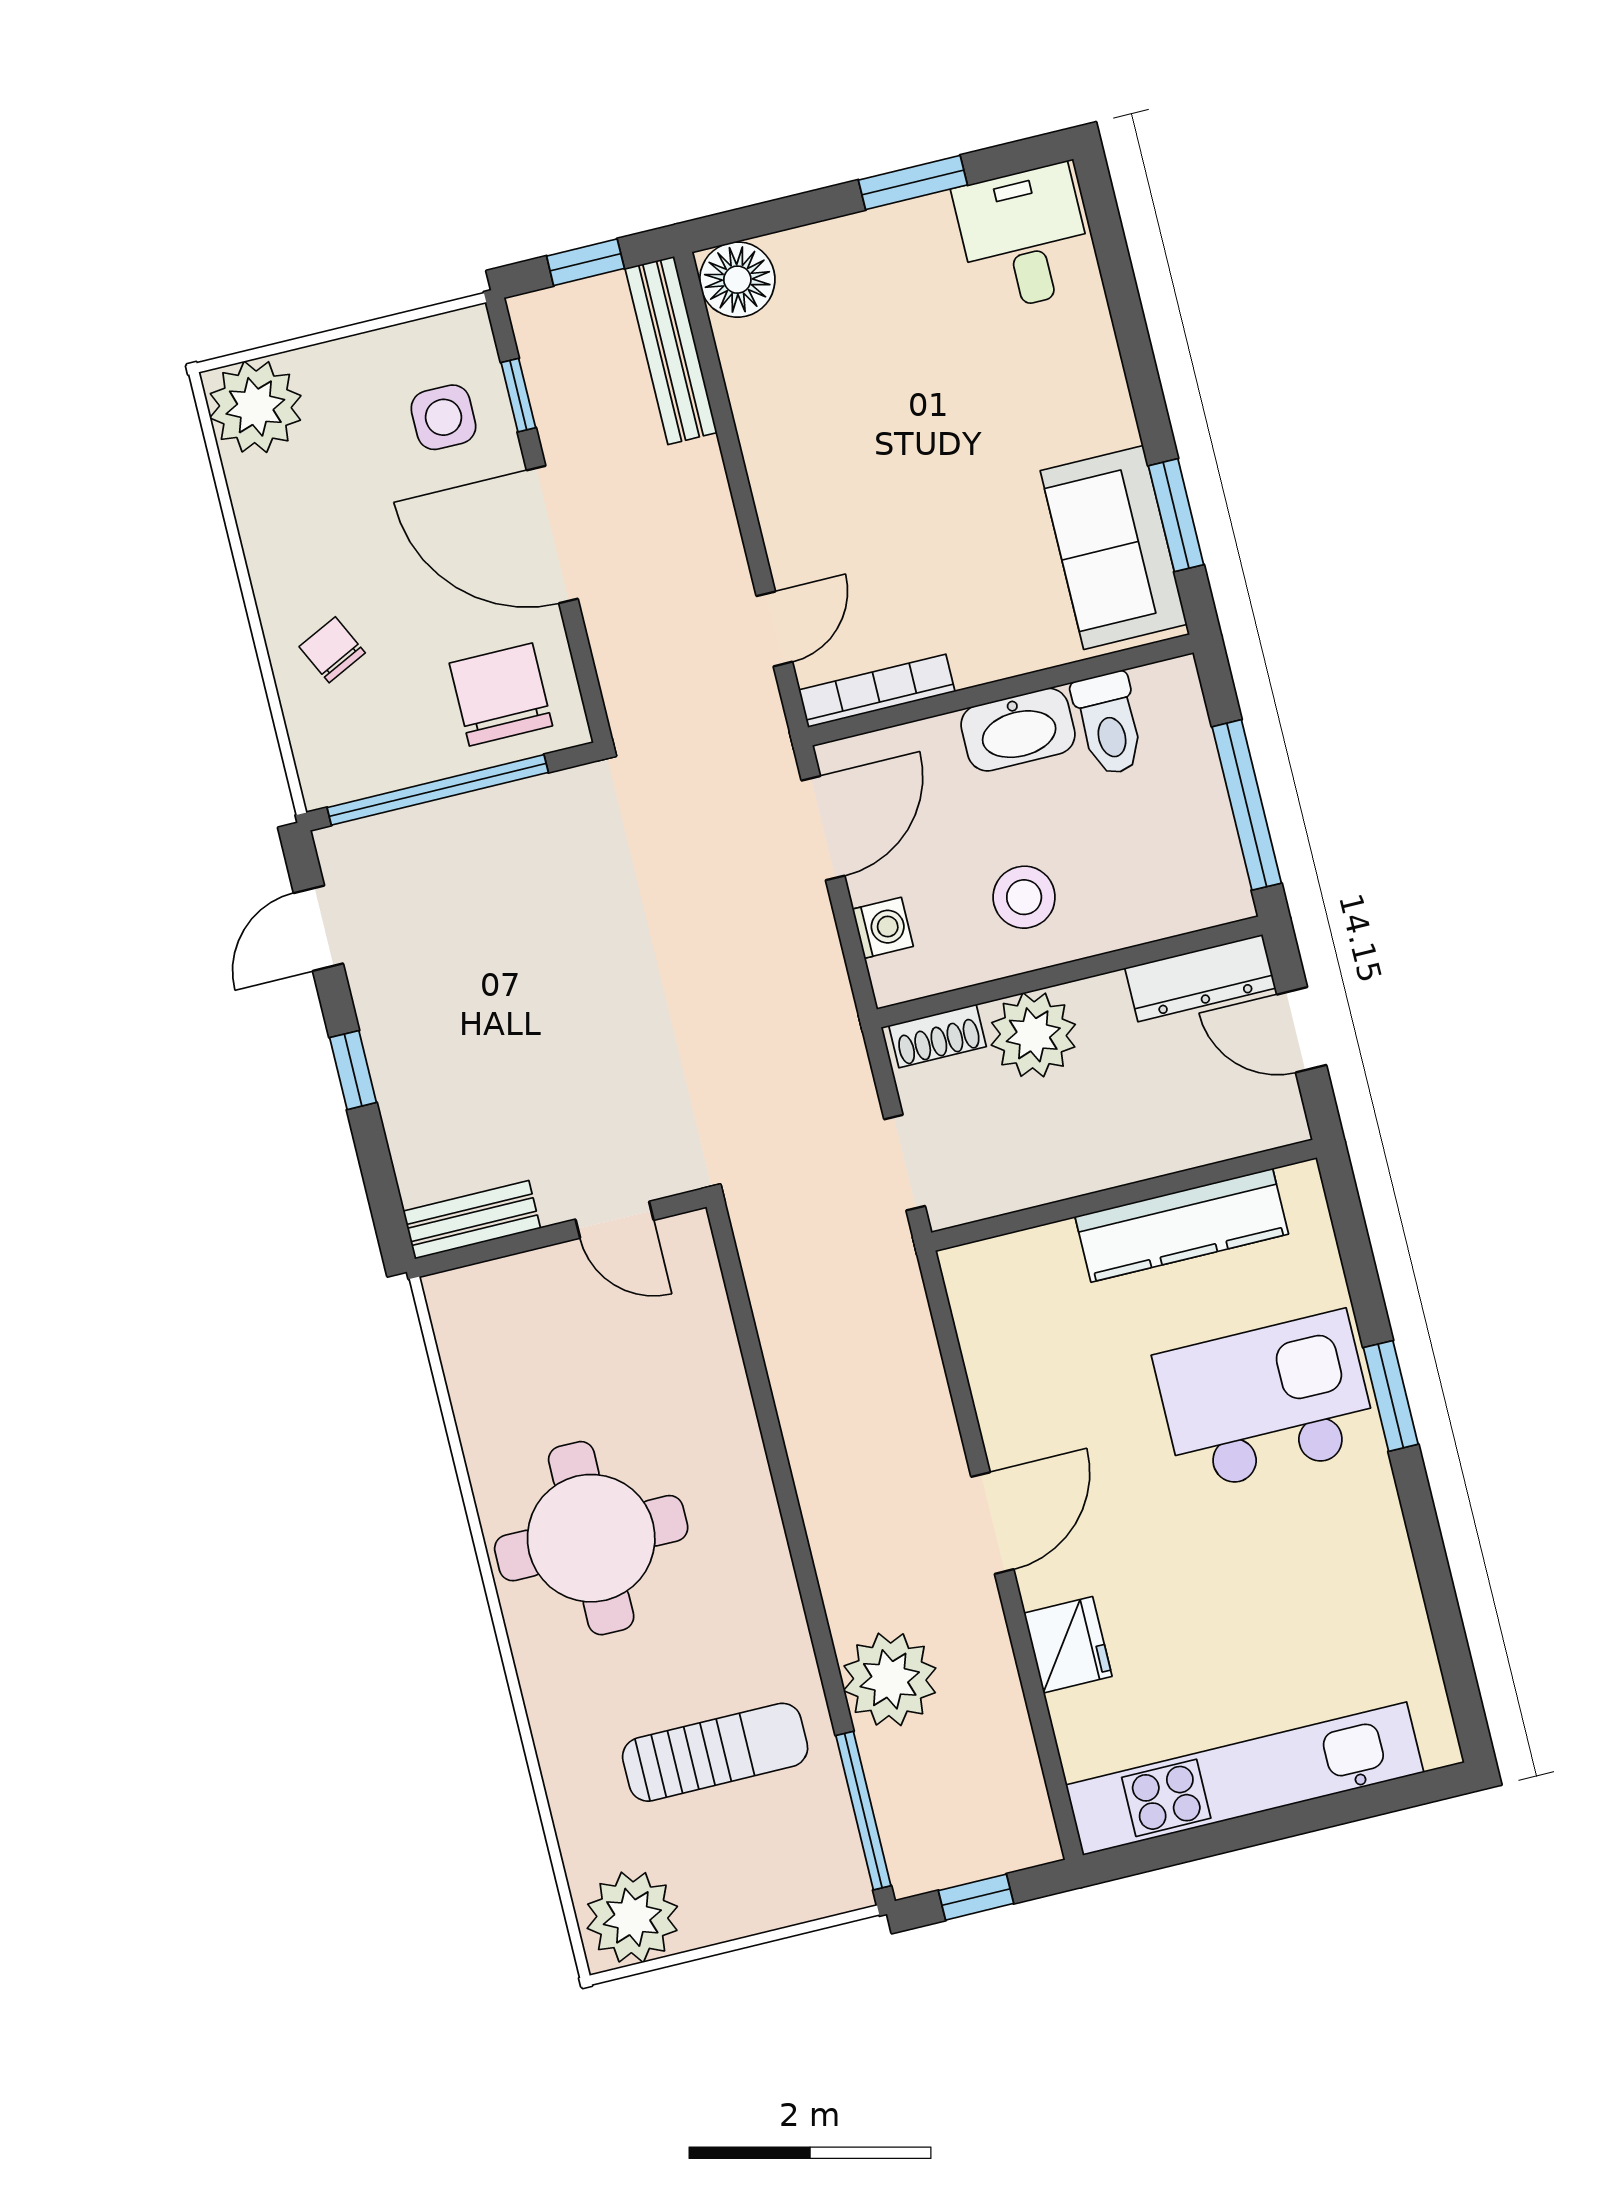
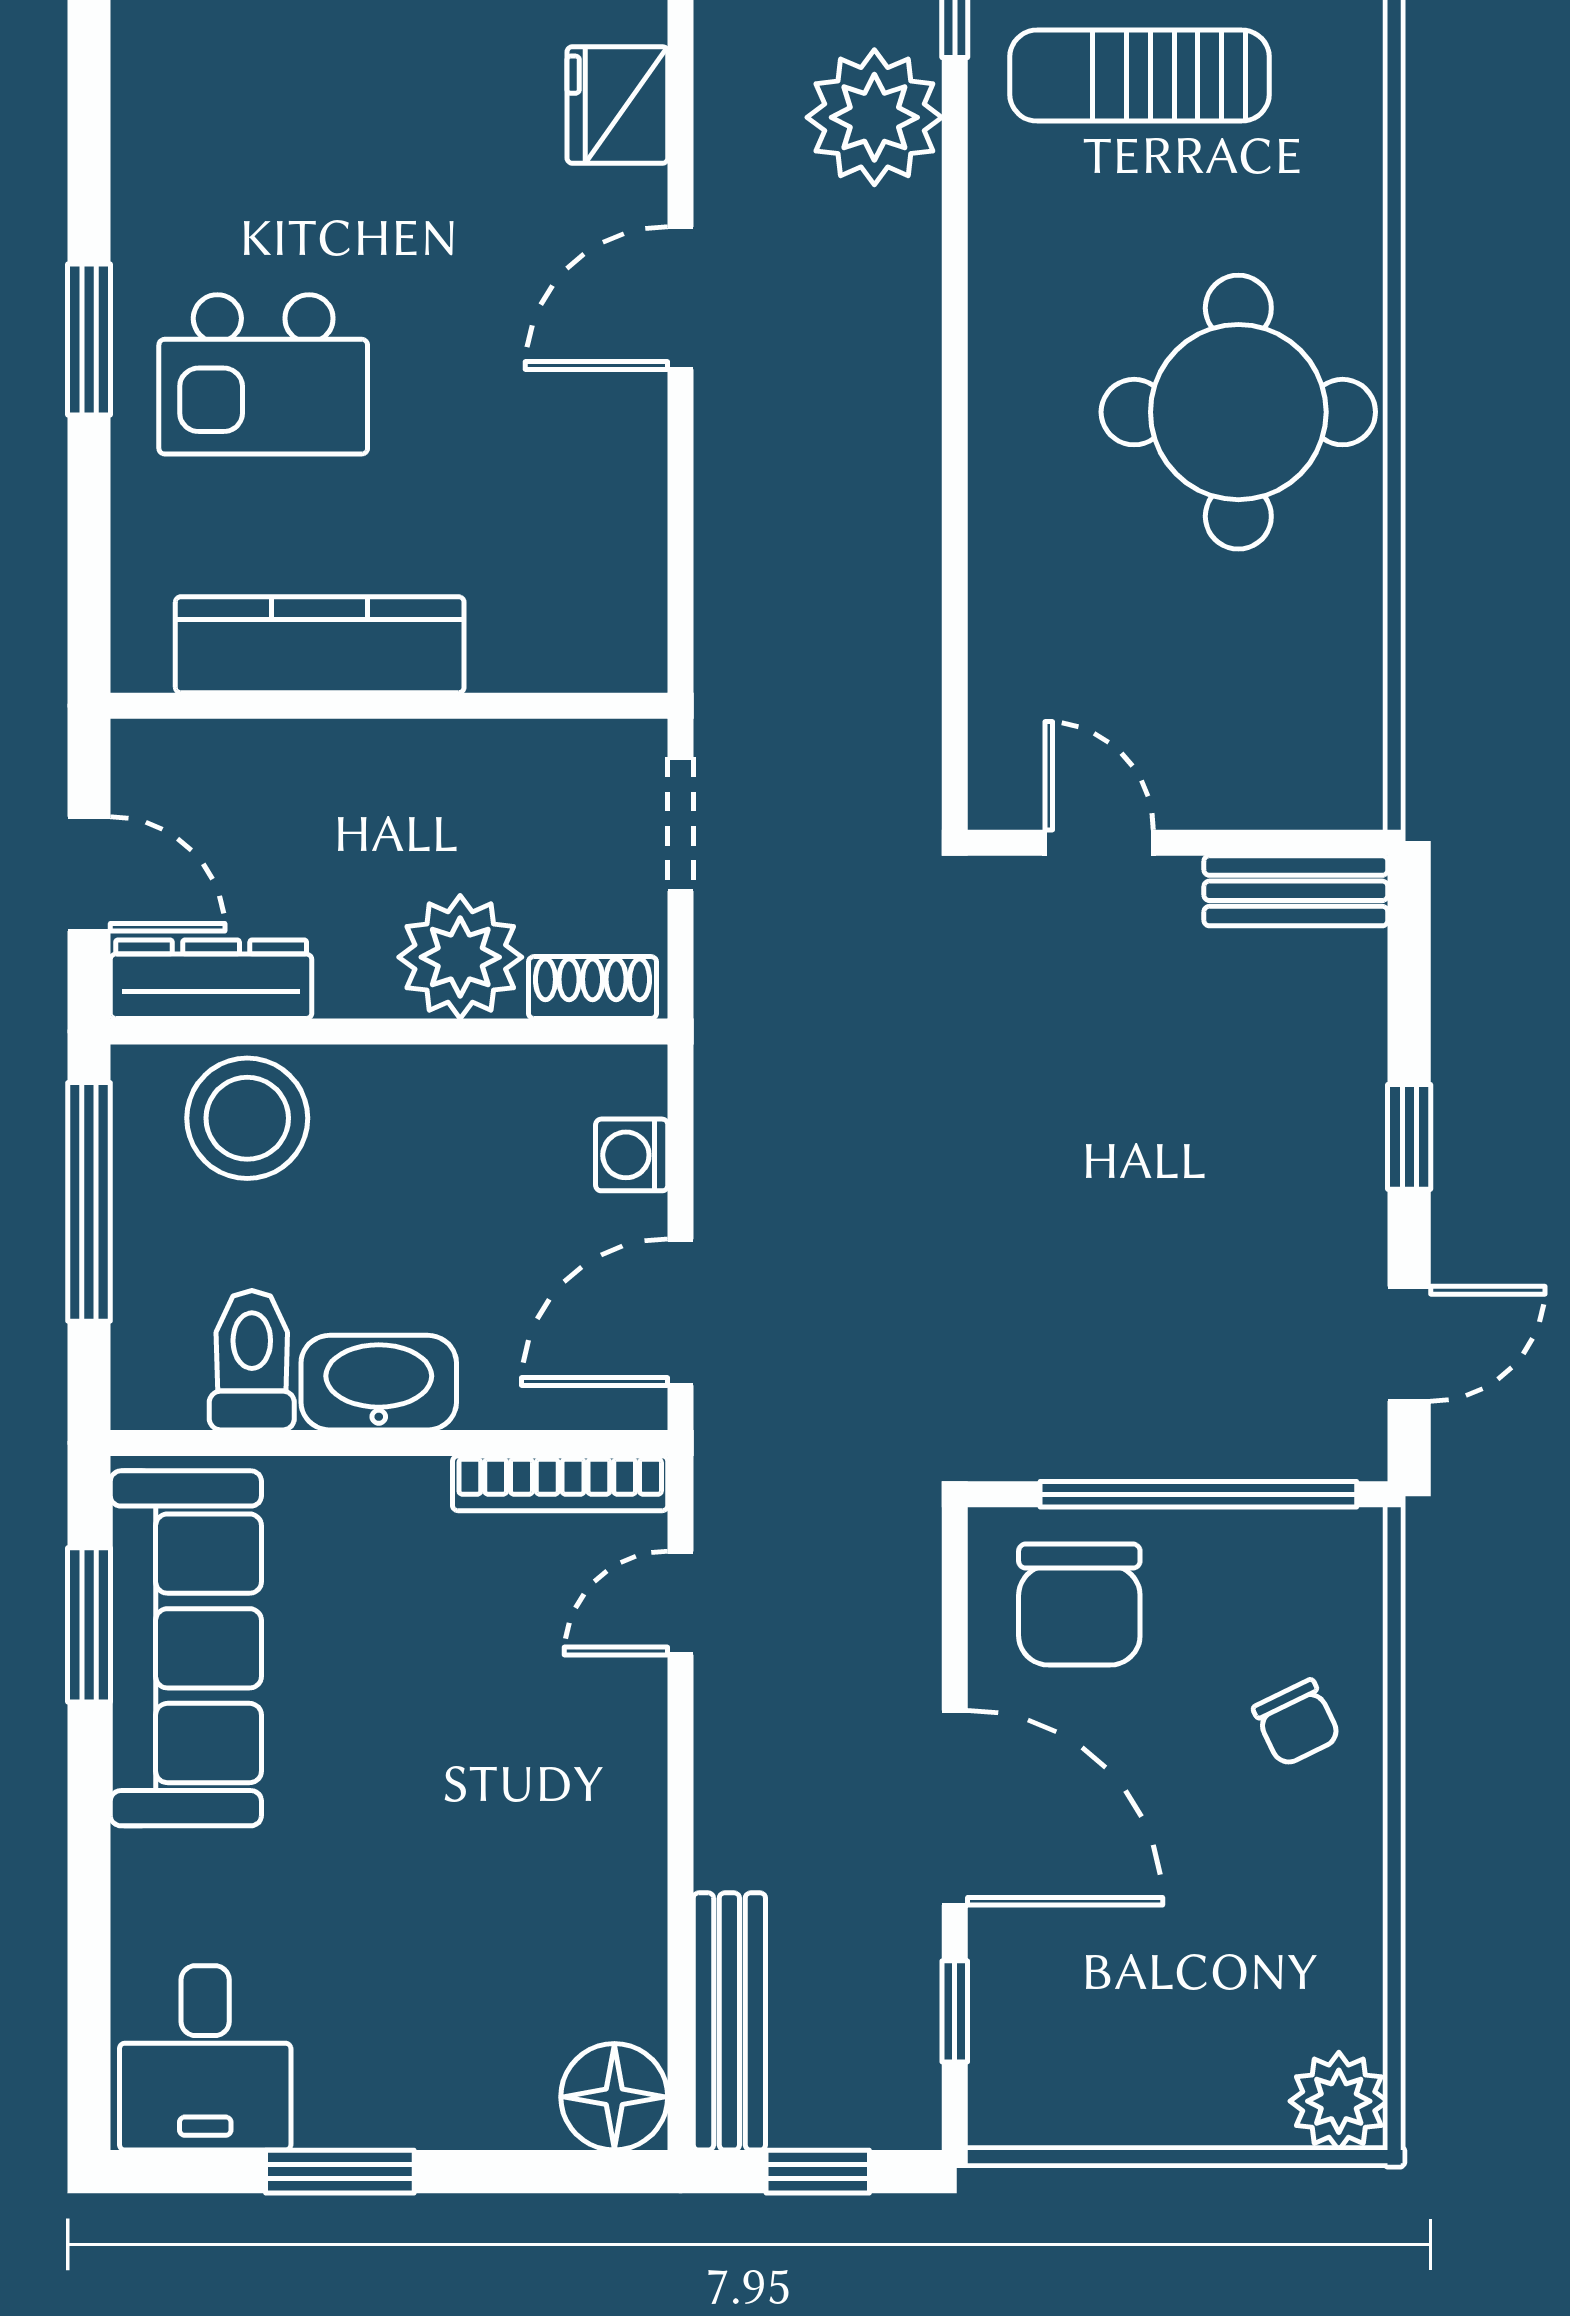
plant: (255, 407) -> (1339, 2101), width x0.73, depth x0.73
side table: (443, 417) -> (1065, 2006), removed
sofa: (1114, 548) -> (186, 1648), width x1.36
stool: (1024, 897) -> (247, 1118), moved, width x1.38, depth x1.38
kitchen island: (1266, 1401) -> (263, 374), width x0.73, depth x0.78

